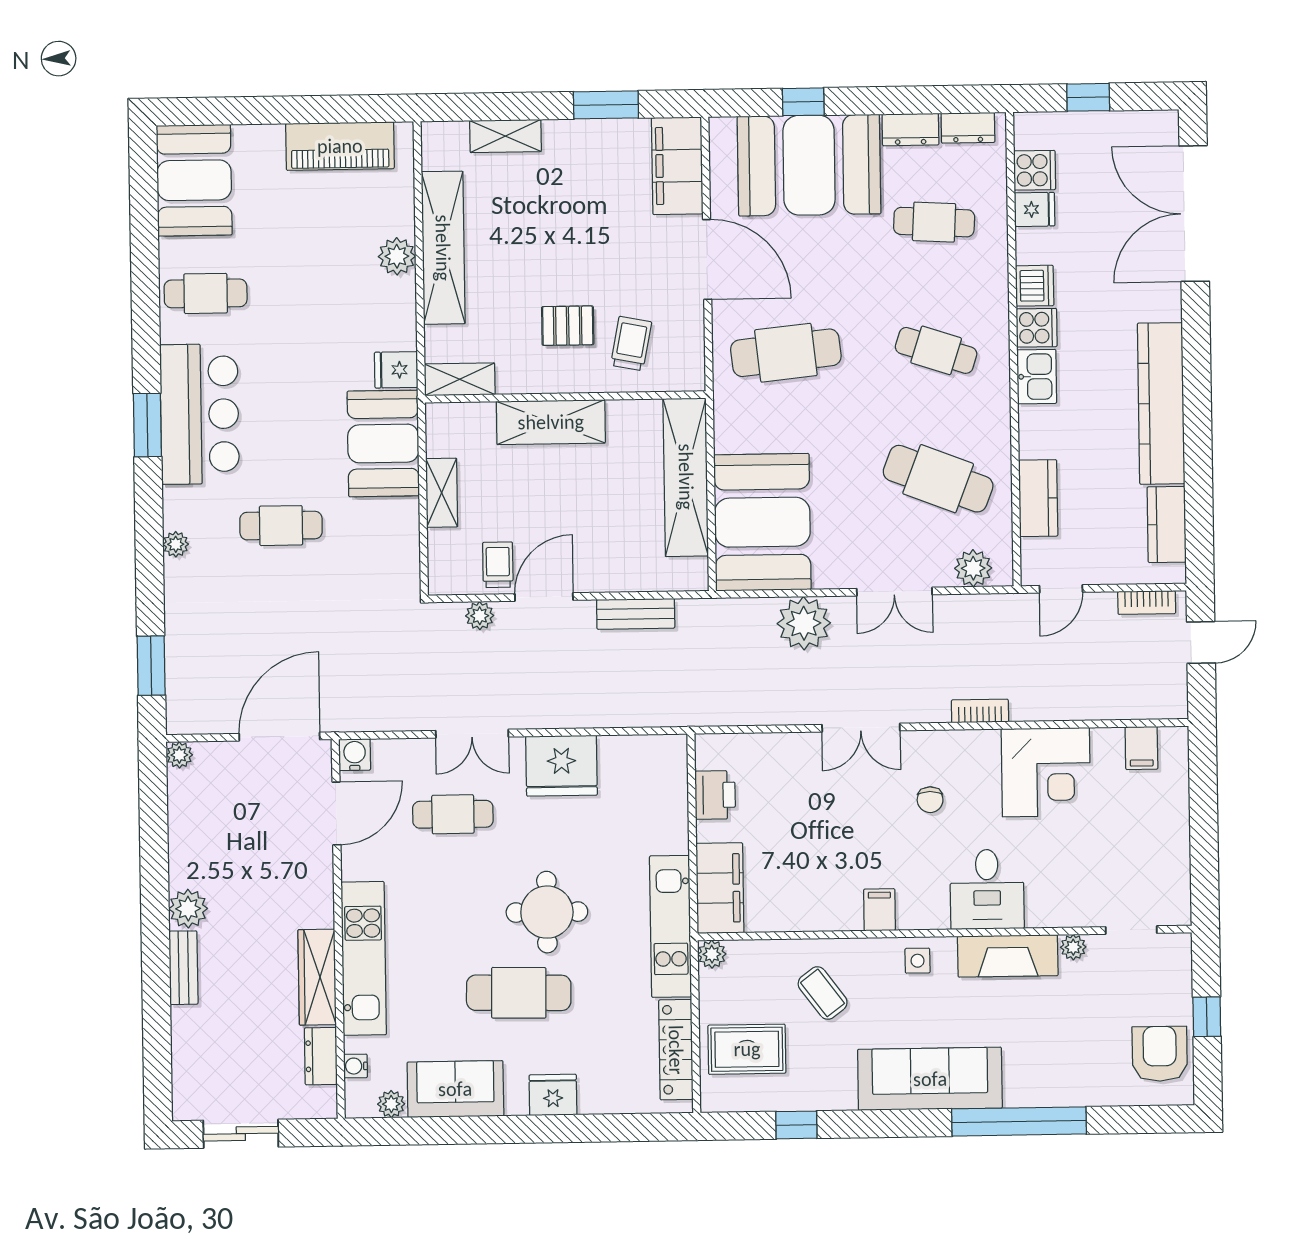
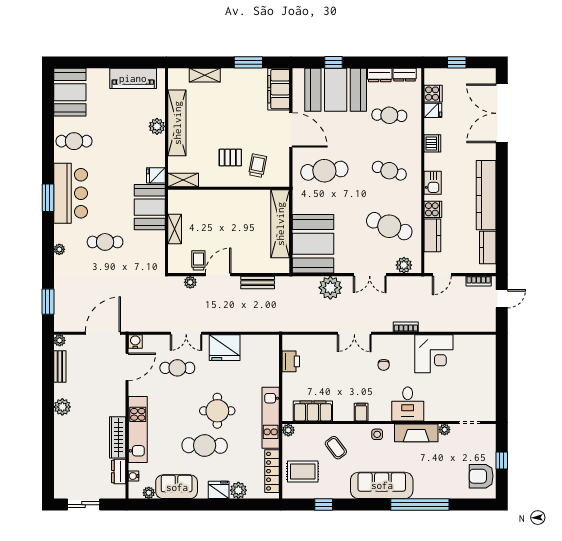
cooker: (1037, 328) -> (433, 209), moved
shelving: (551, 422) -> (222, 199), removed
filing cabinet: (1141, 748) -> (475, 344), removed
filing cabinet: (720, 888) -> (313, 411), moved, turned -90
bench: (183, 968) -> (60, 367), moved
armchair: (1160, 1054) -> (481, 476), turned -90
plant: (599, 1095) -> (238, 490), added

